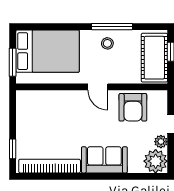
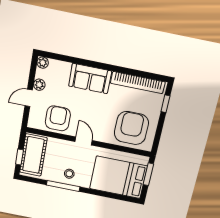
armchair: (45, 113) -> (131, 128), added
plant: (156, 161) -> (43, 63), width x0.53, depth x0.53

